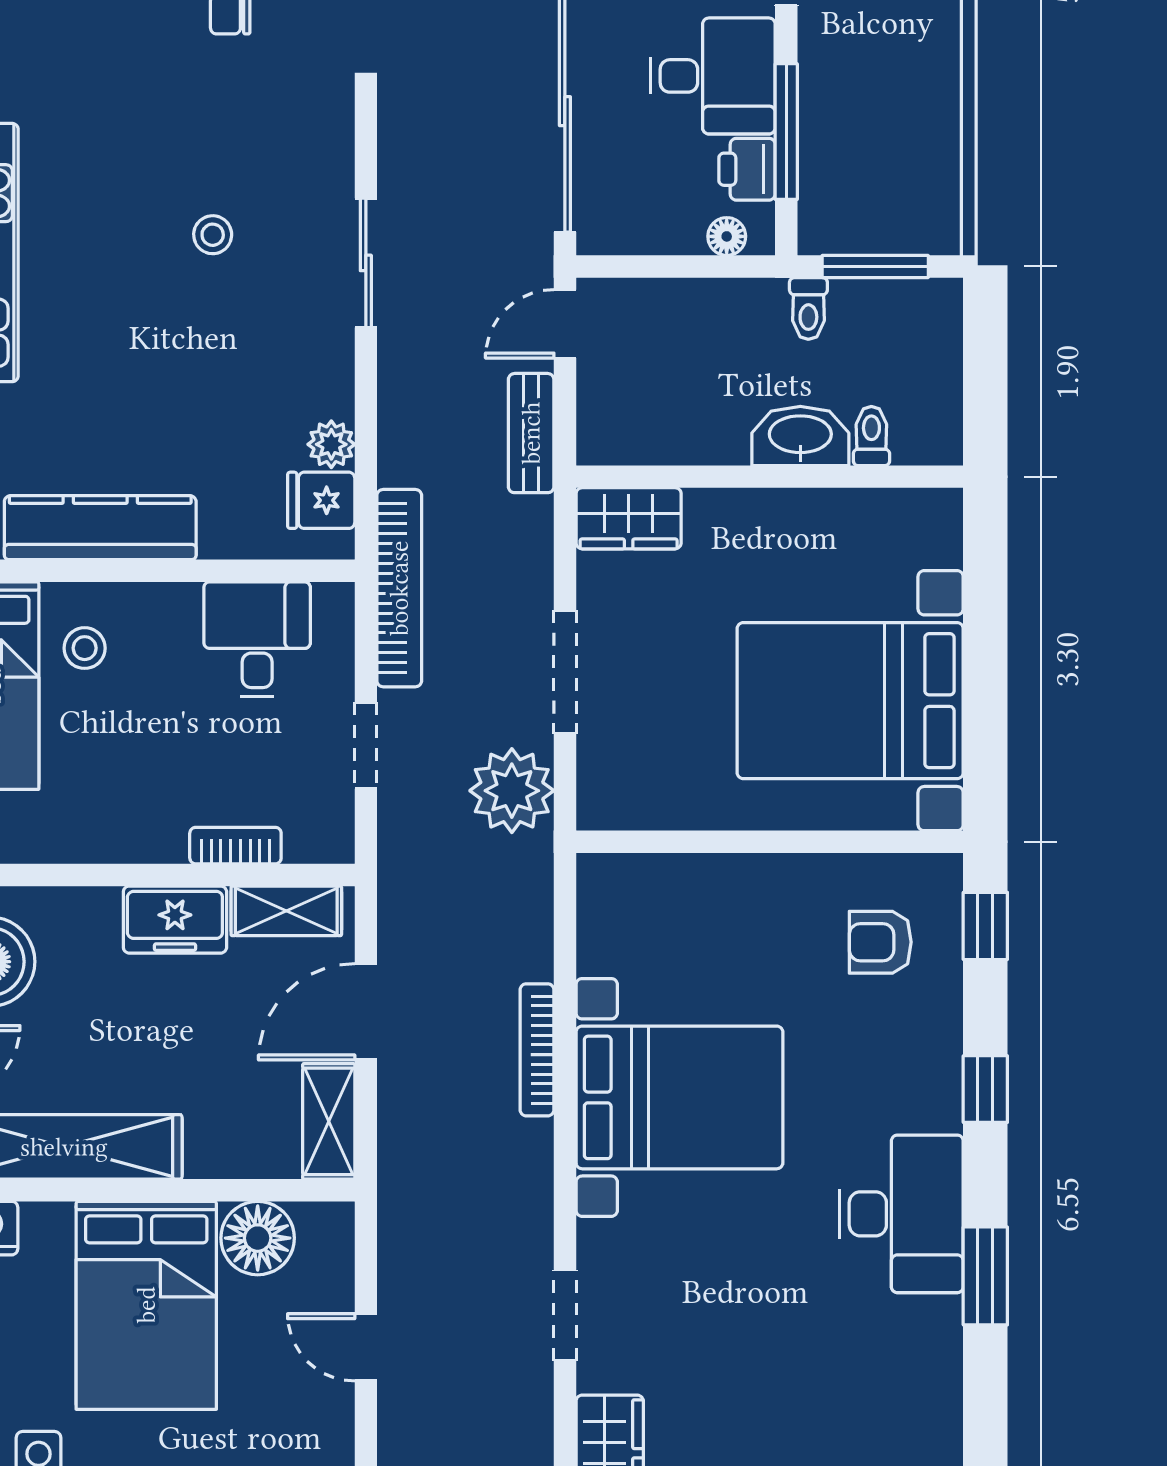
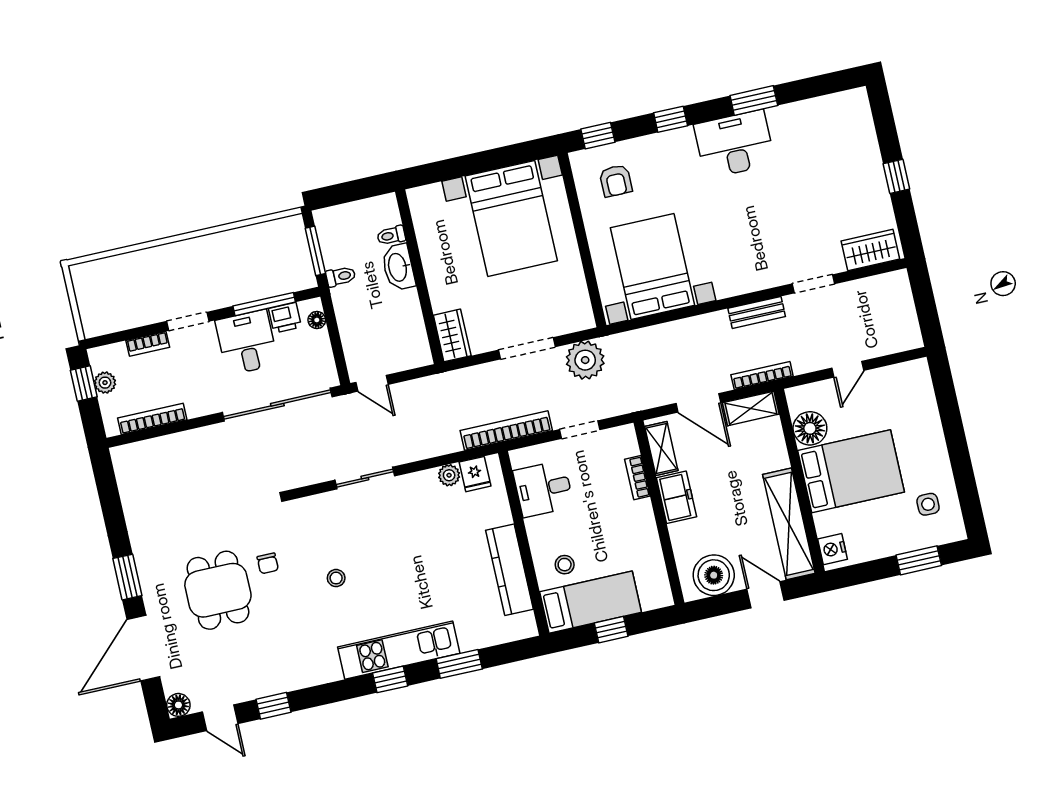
stool: (213, 235) -> (336, 578), moved
bench: (531, 433) -> (757, 312), moved
bookcase: (537, 1050) -> (762, 375), moved, turned 180
bed with nightstands: (679, 1097) -> (652, 266), moved

